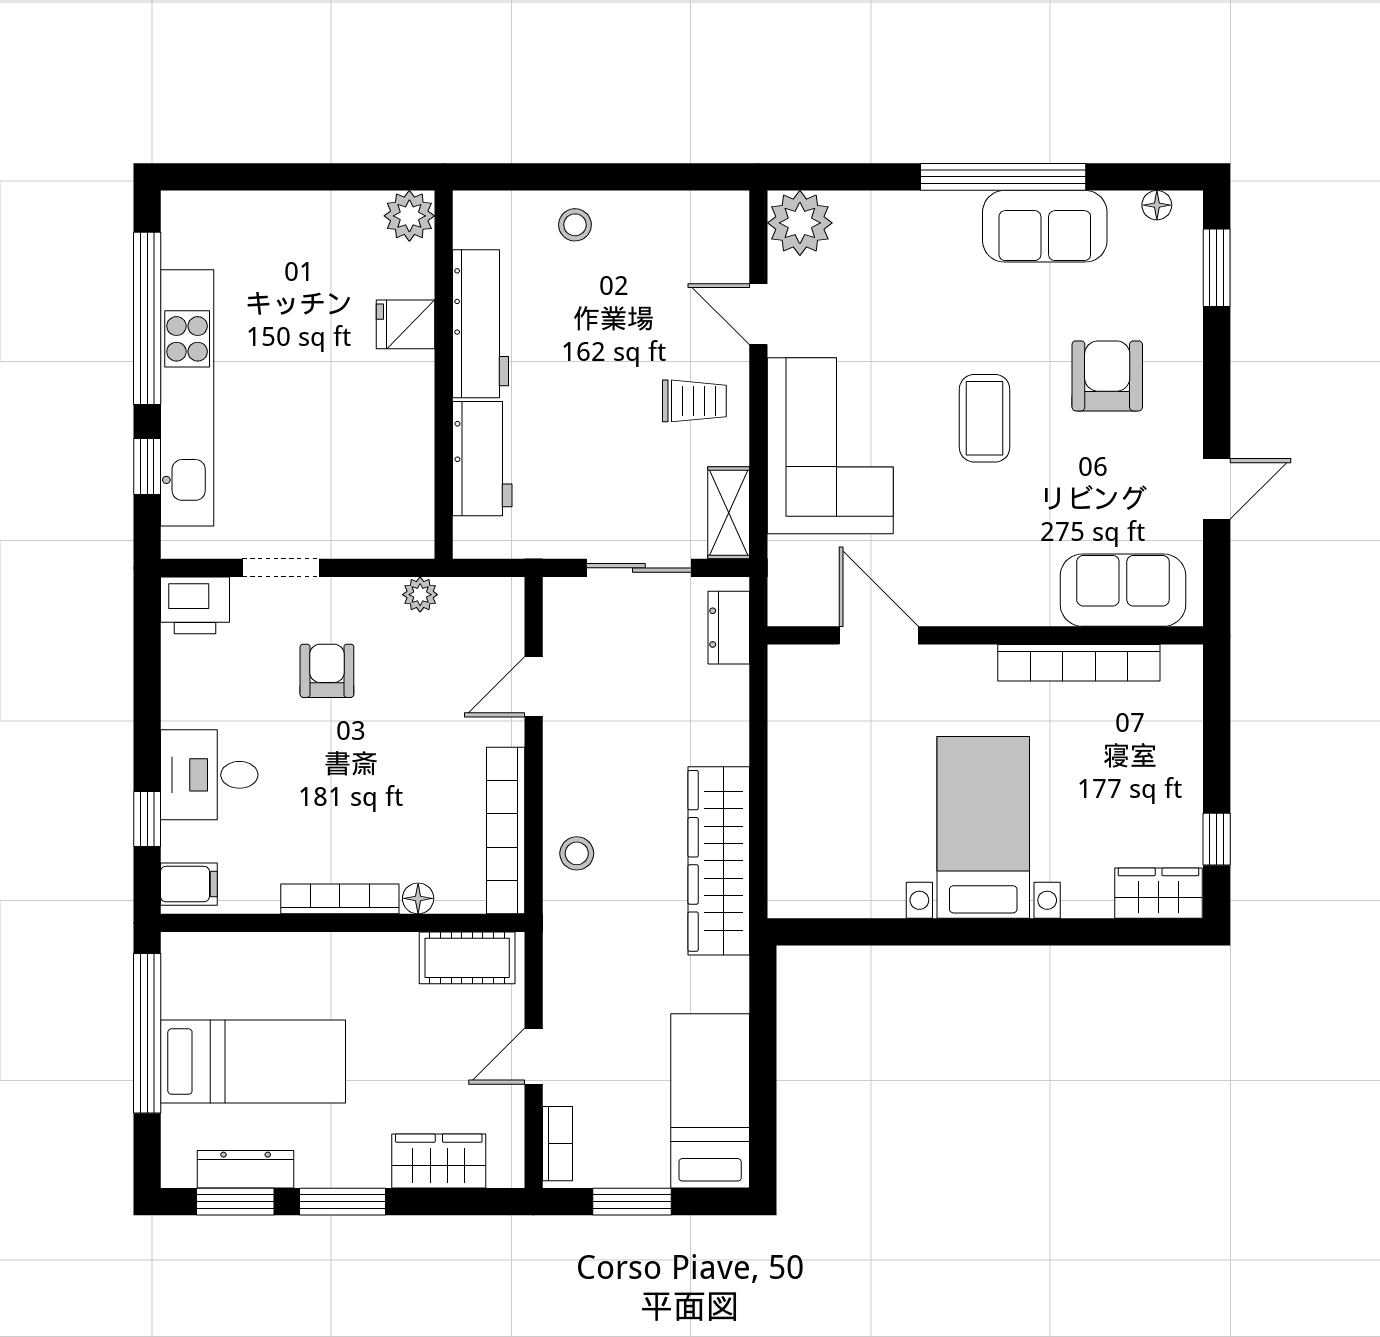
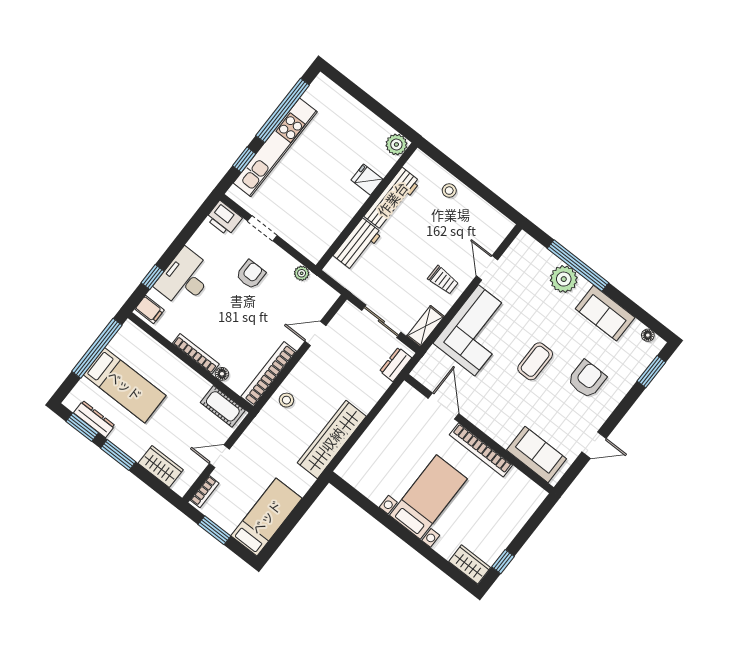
window: (1003, 177) -> (578, 266), moved
plant: (800, 223) -> (564, 279), moved
bookcase: (1079, 663) -> (481, 450), moved
desk: (209, 775) -> (185, 278), width x1.37

